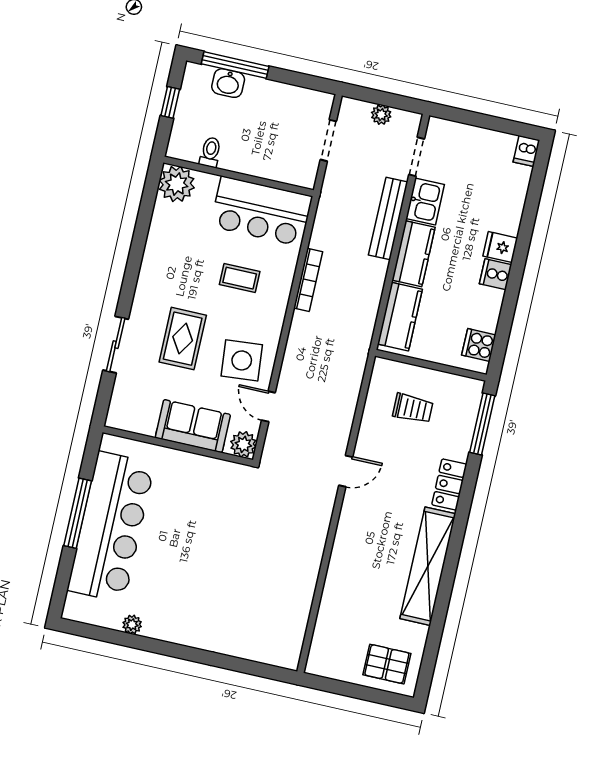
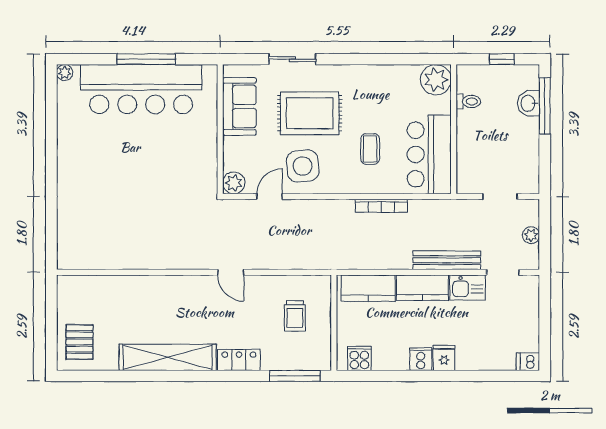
rug: (183, 339) -> (310, 113), width x1.36, depth x1.43
sofa: (193, 426) -> (239, 106), moved
plant: (132, 625) -> (65, 73), moved

